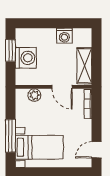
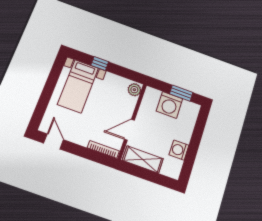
plant: (34, 95) -> (134, 90), moved
window: (10, 136) -> (100, 63), width x0.46

